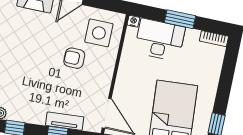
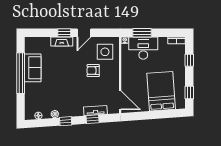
window: (180, 19) -> (142, 33), moved
window: (227, 74) -> (189, 60), added

